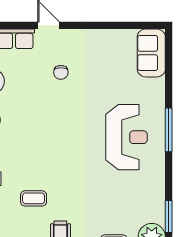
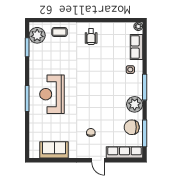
sofa: (151, 53) -> (54, 150), moved, turned -90
coffee table: (34, 198) -> (107, 58), removed

